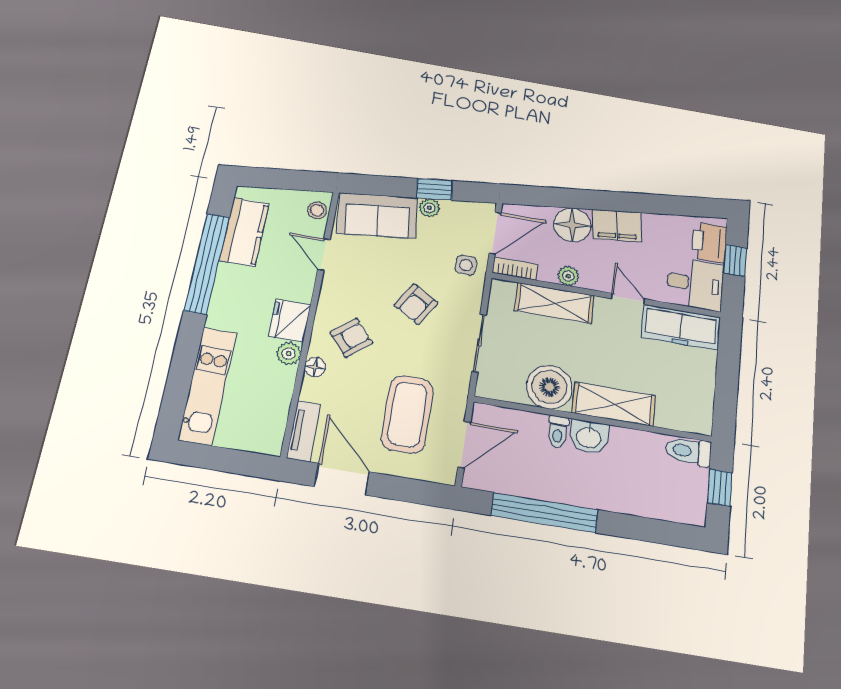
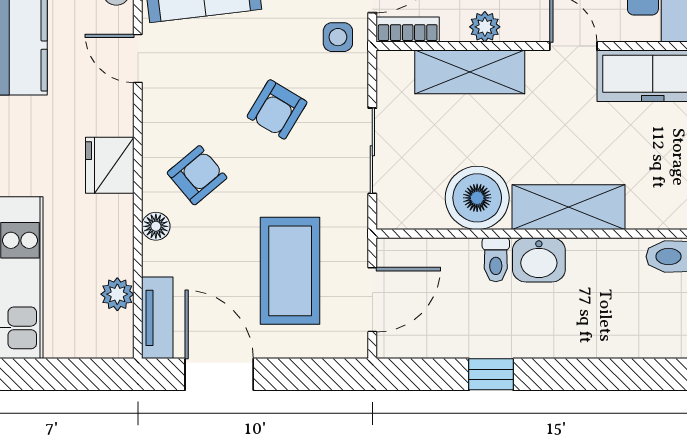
plant: (289, 354) -> (117, 294), moved
window: (545, 513) -> (491, 374), width x0.32

